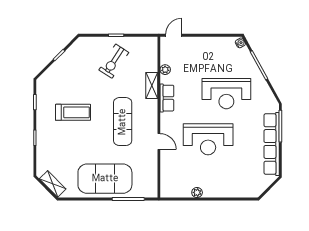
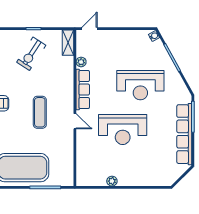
shelving: (152, 85) -> (68, 43), moved
row of seats: (167, 98) -> (83, 90), width x1.48
exercise mat: (123, 122) -> (40, 112), width x0.73, depth x0.69
door: (159, 141) -> (75, 121), moved

